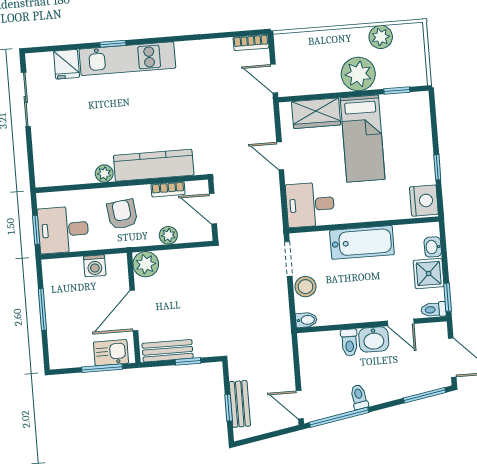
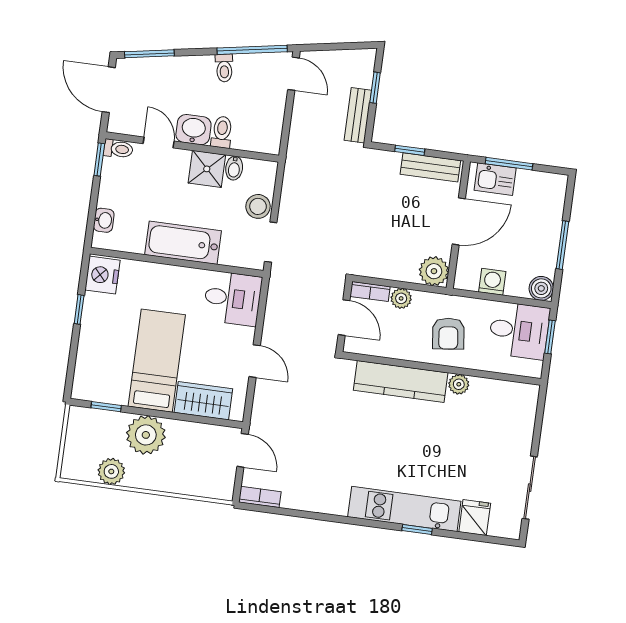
bookcase: (168, 189) -> (370, 291), moved, turned 180
boiler: (52, 269) -> (541, 288), added
shower: (429, 274) -> (207, 169), moved
bidet: (306, 320) -> (234, 168), moved, turned -90
bench: (240, 404) -> (358, 115), moved

